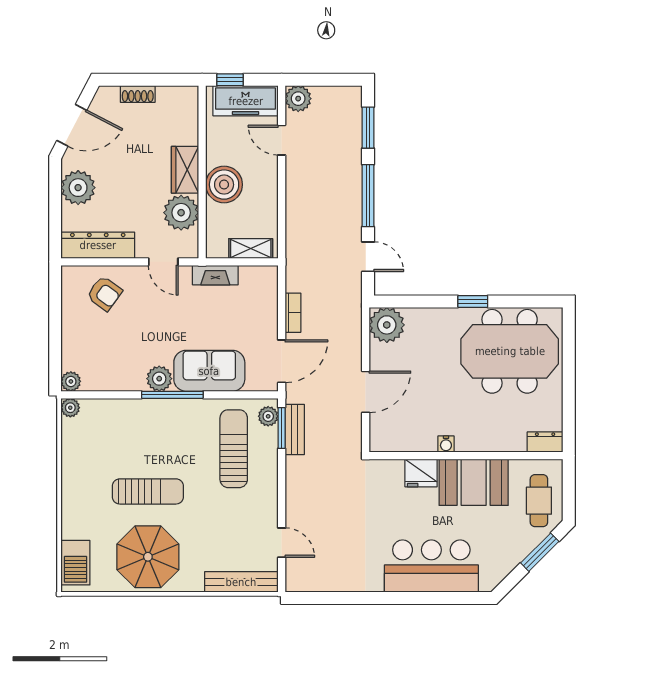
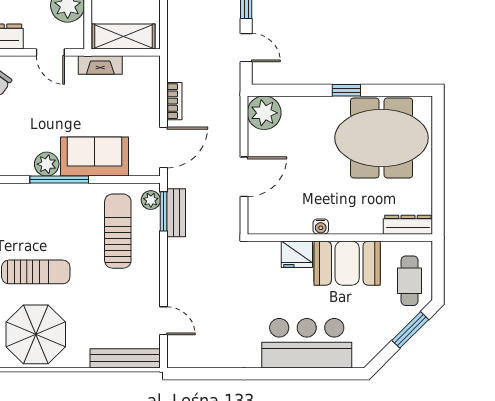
shelving: (251, 248) -> (124, 36), width x1.50, depth x1.33
dresser: (545, 442) -> (408, 225), width x1.44

